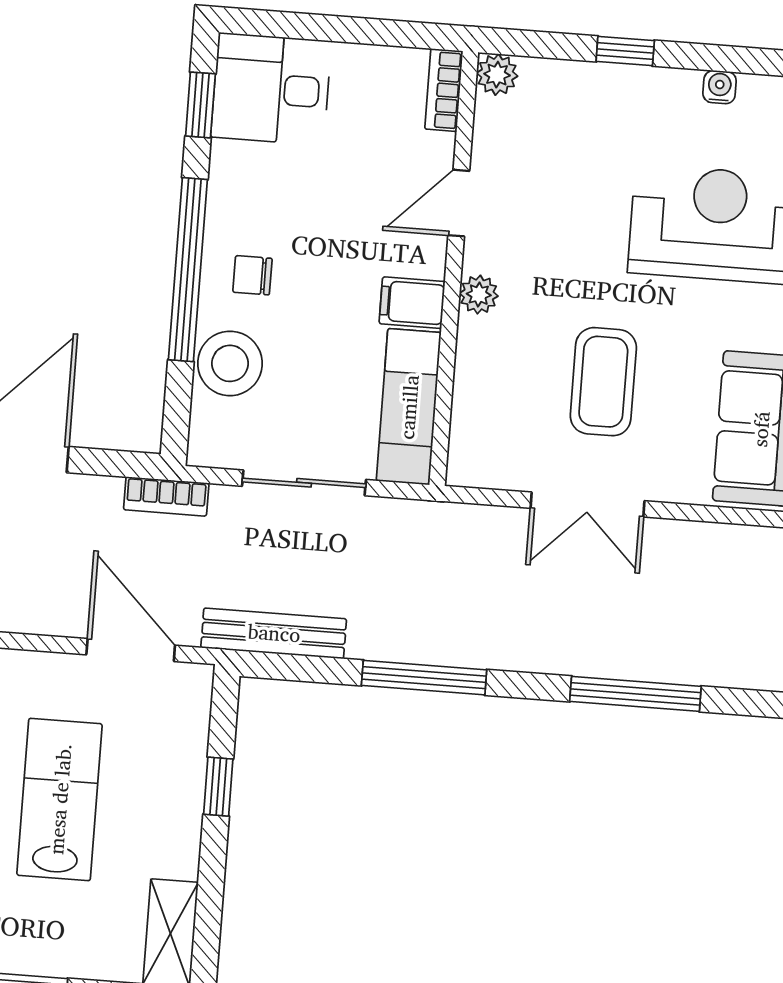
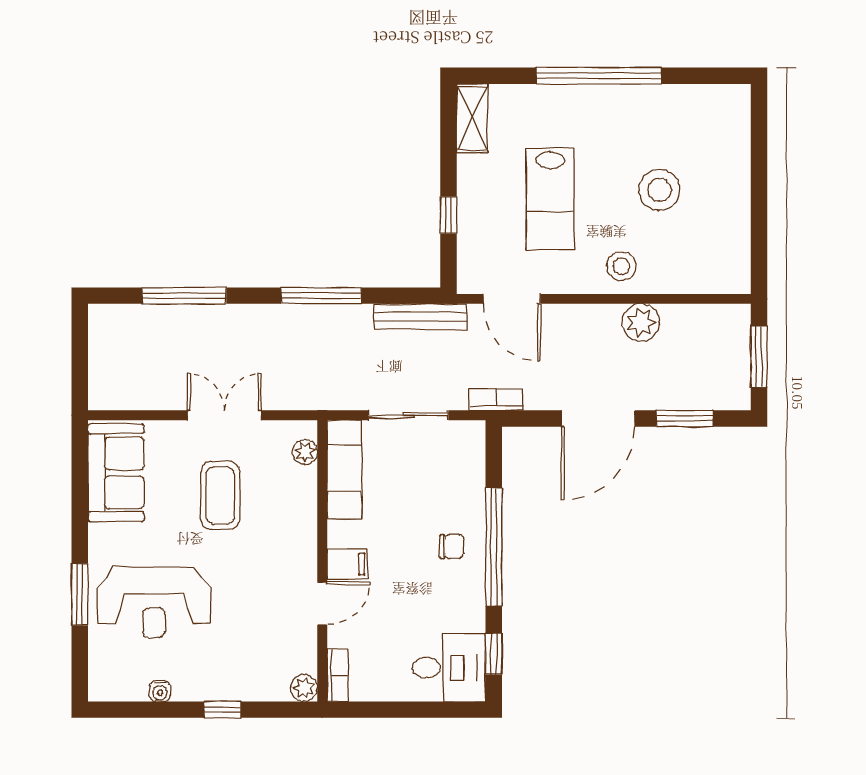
plant: (479, 295) -> (305, 452), moved
filing cabinet: (412, 303) -> (347, 564), moved
stool: (230, 363) -> (462, 489), removed

